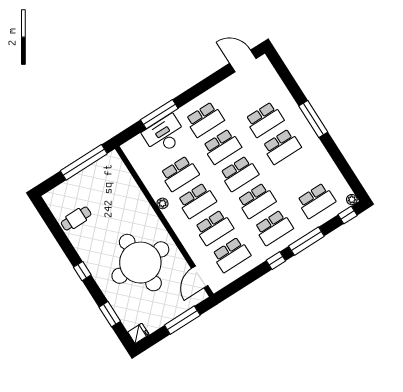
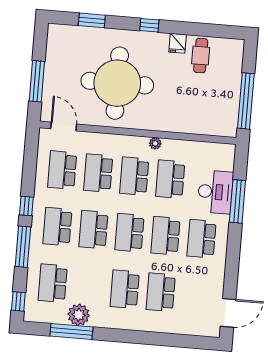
window: (313, 119) -> (71, 332), moved
plant: (352, 200) -> (79, 315), moved, width x1.87, depth x1.87
fridge: (138, 333) -> (178, 43), moved

